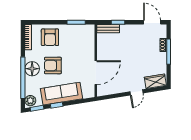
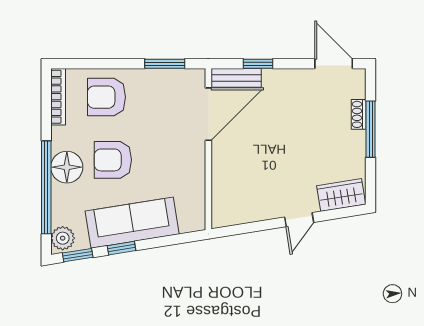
armchair: (50, 37) -> (106, 97), turned 90
door: (96, 73) -> (208, 114), moved

